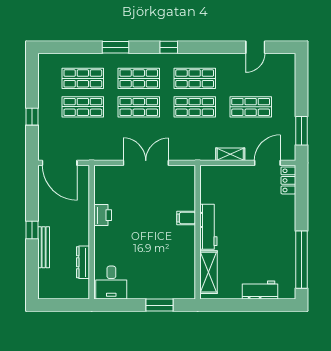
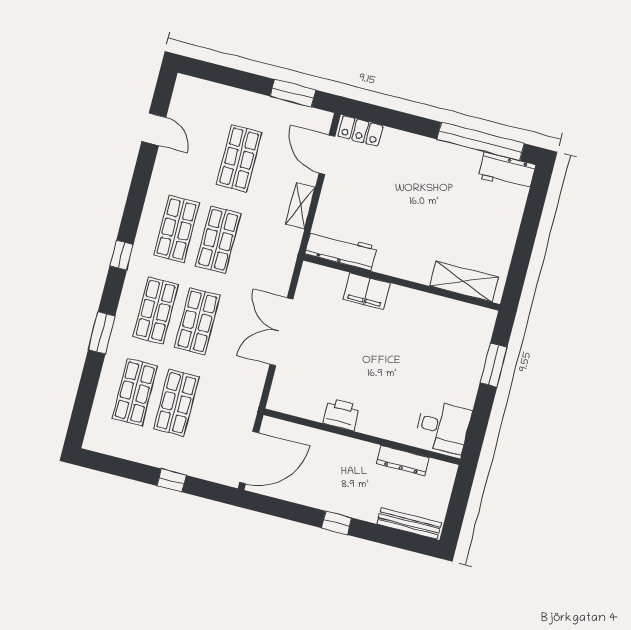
filing cabinet: (186, 218) -> (367, 291), width x2.00
workbench: (208, 227) -> (341, 250), moved
bench: (44, 247) -> (409, 523), moved
workbench: (260, 290) -> (507, 171), moved, turned -90

